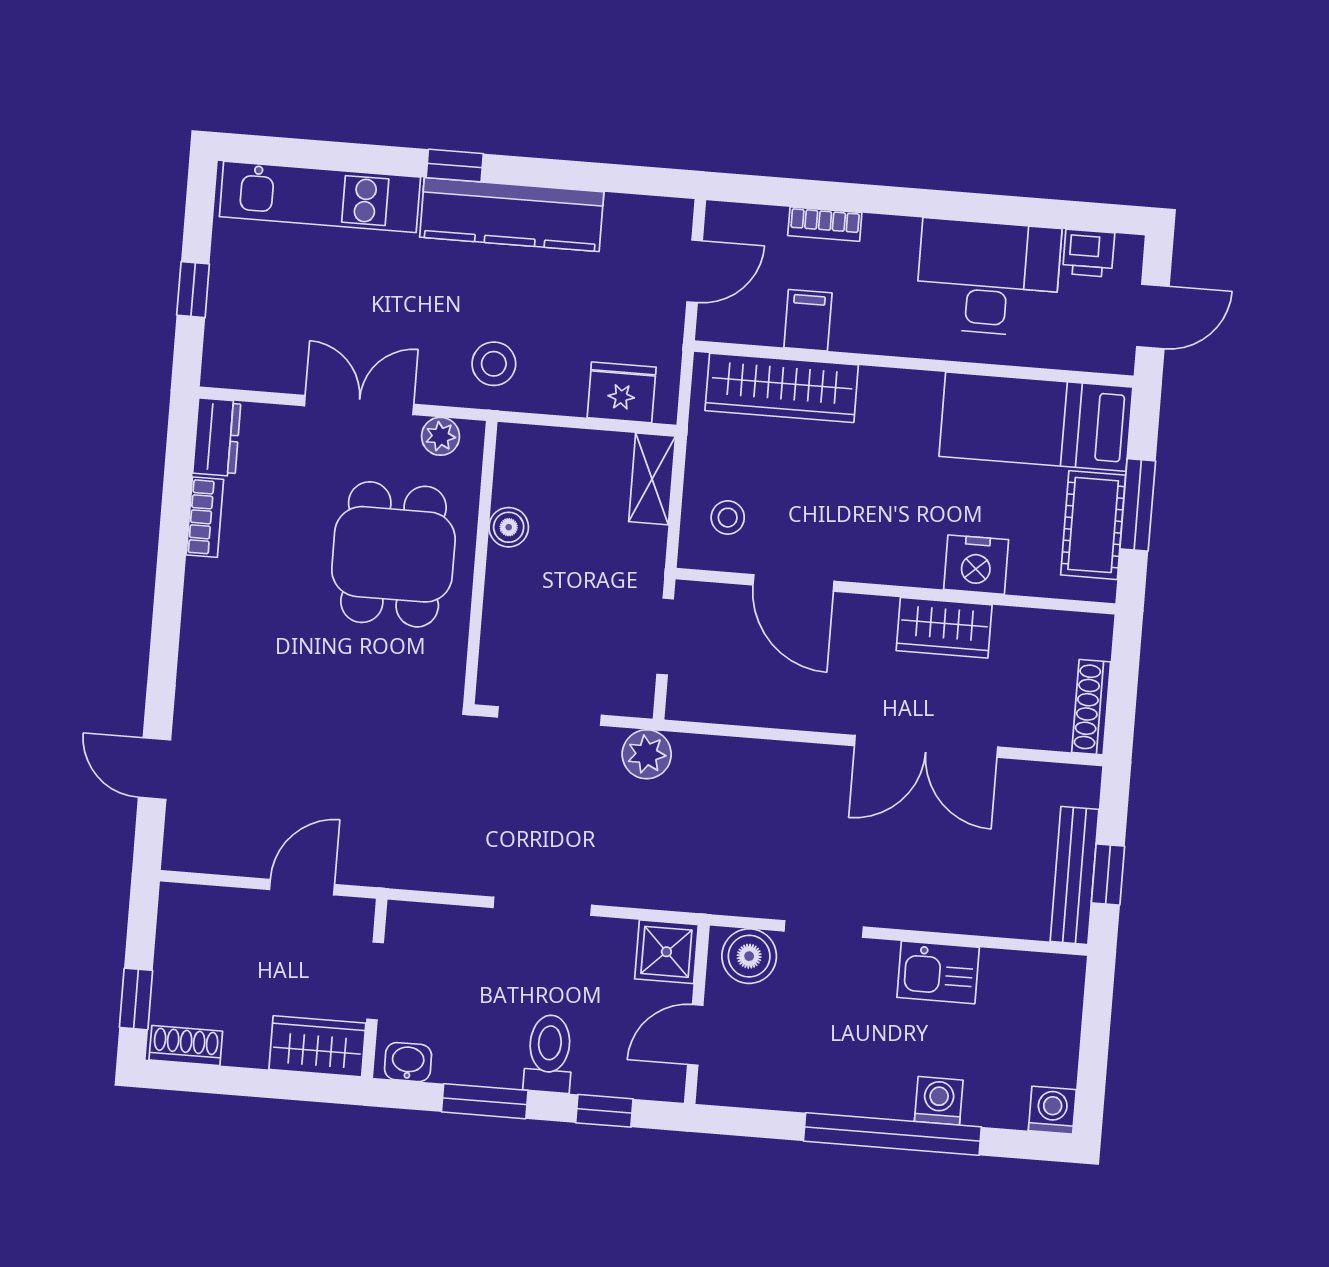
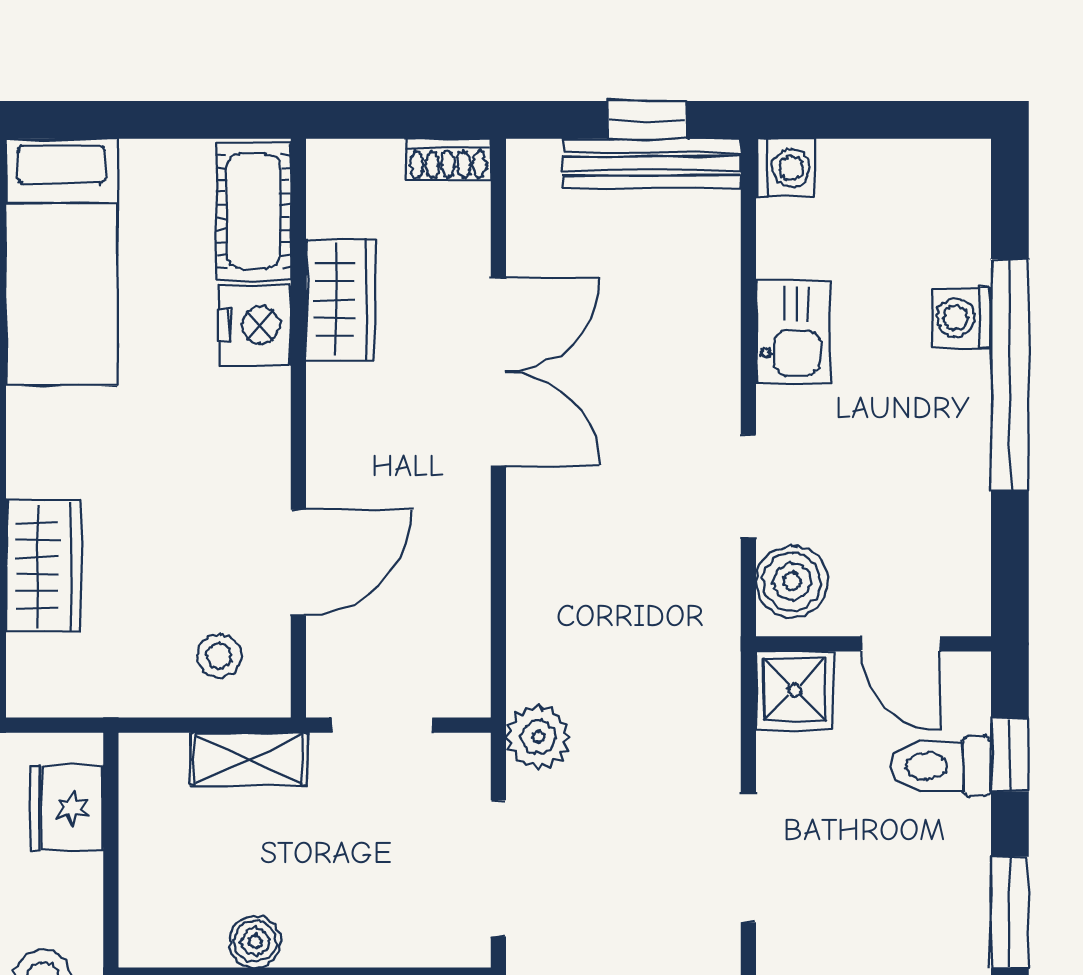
wardrobe: (782, 388) -> (44, 566), width x0.67
shelving: (652, 479) -> (249, 759), moved
window: (1138, 505) -> (160, 120), removed
cot: (1093, 525) -> (253, 211), moved, turned 90
wardrobe: (944, 628) -> (341, 300), moved
shoe rack: (1091, 707) -> (448, 160), width x0.70
toilet: (549, 1054) -> (941, 766), moved
washing machine: (1052, 1110) -> (785, 168), moved, turned 180

